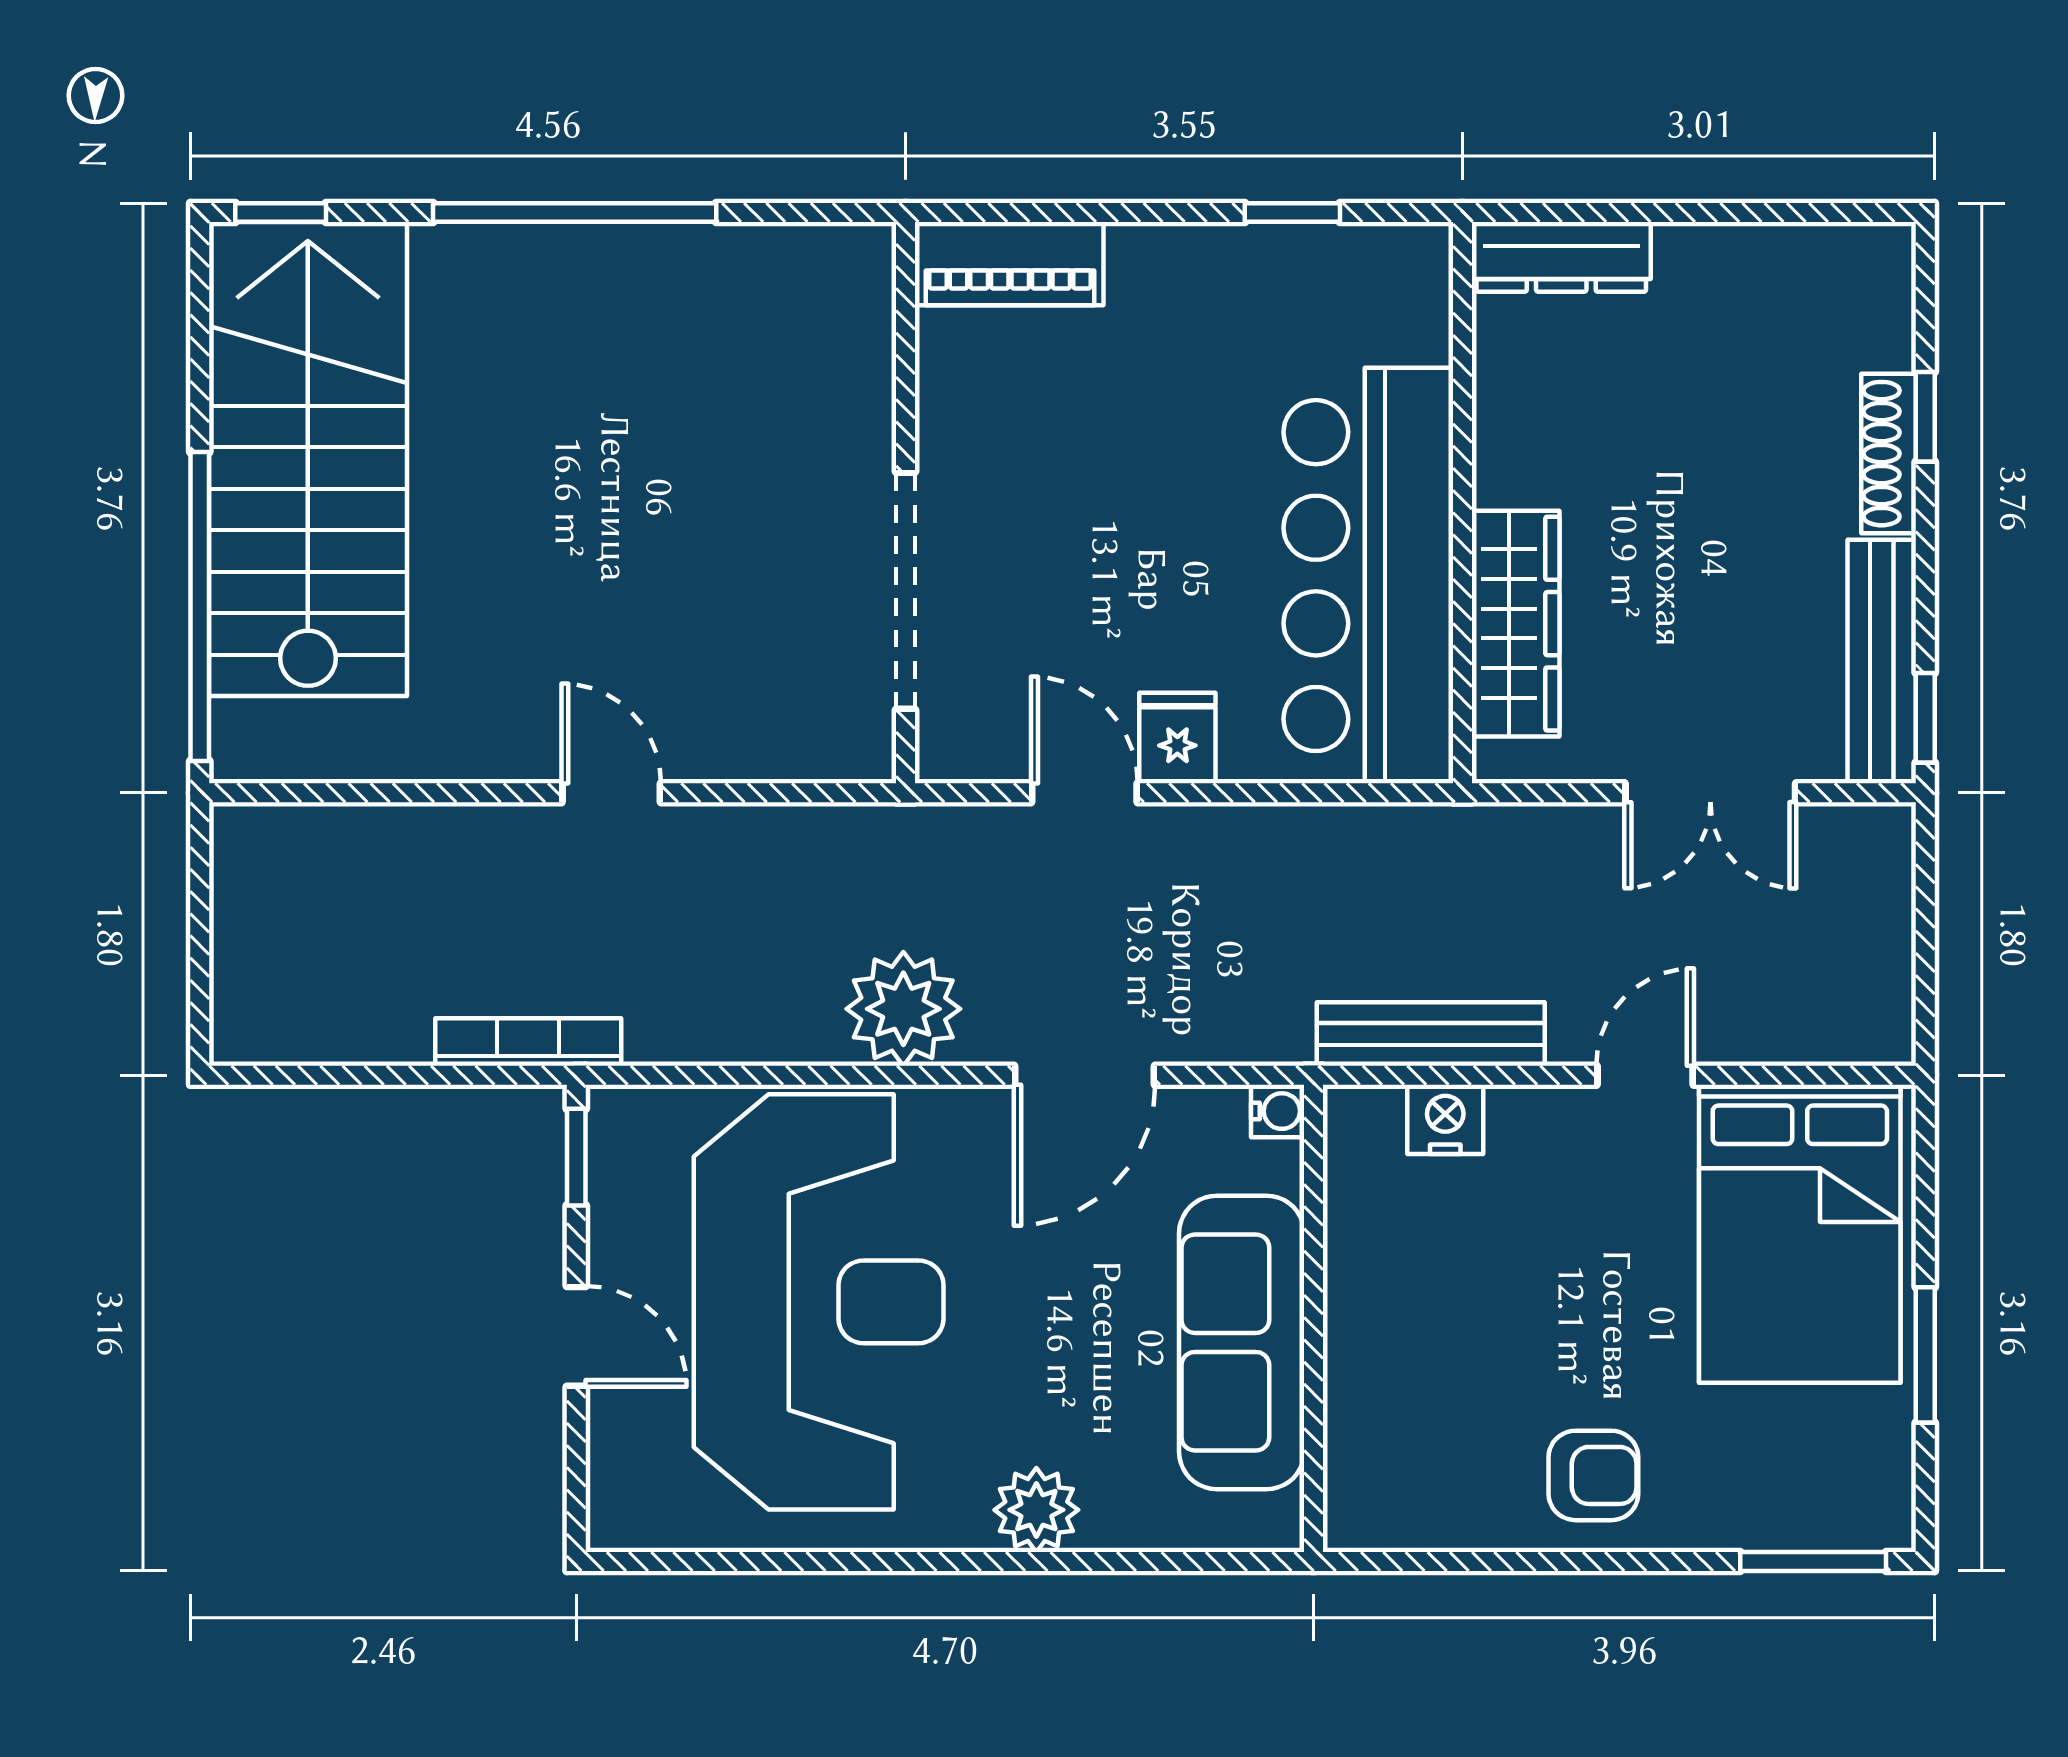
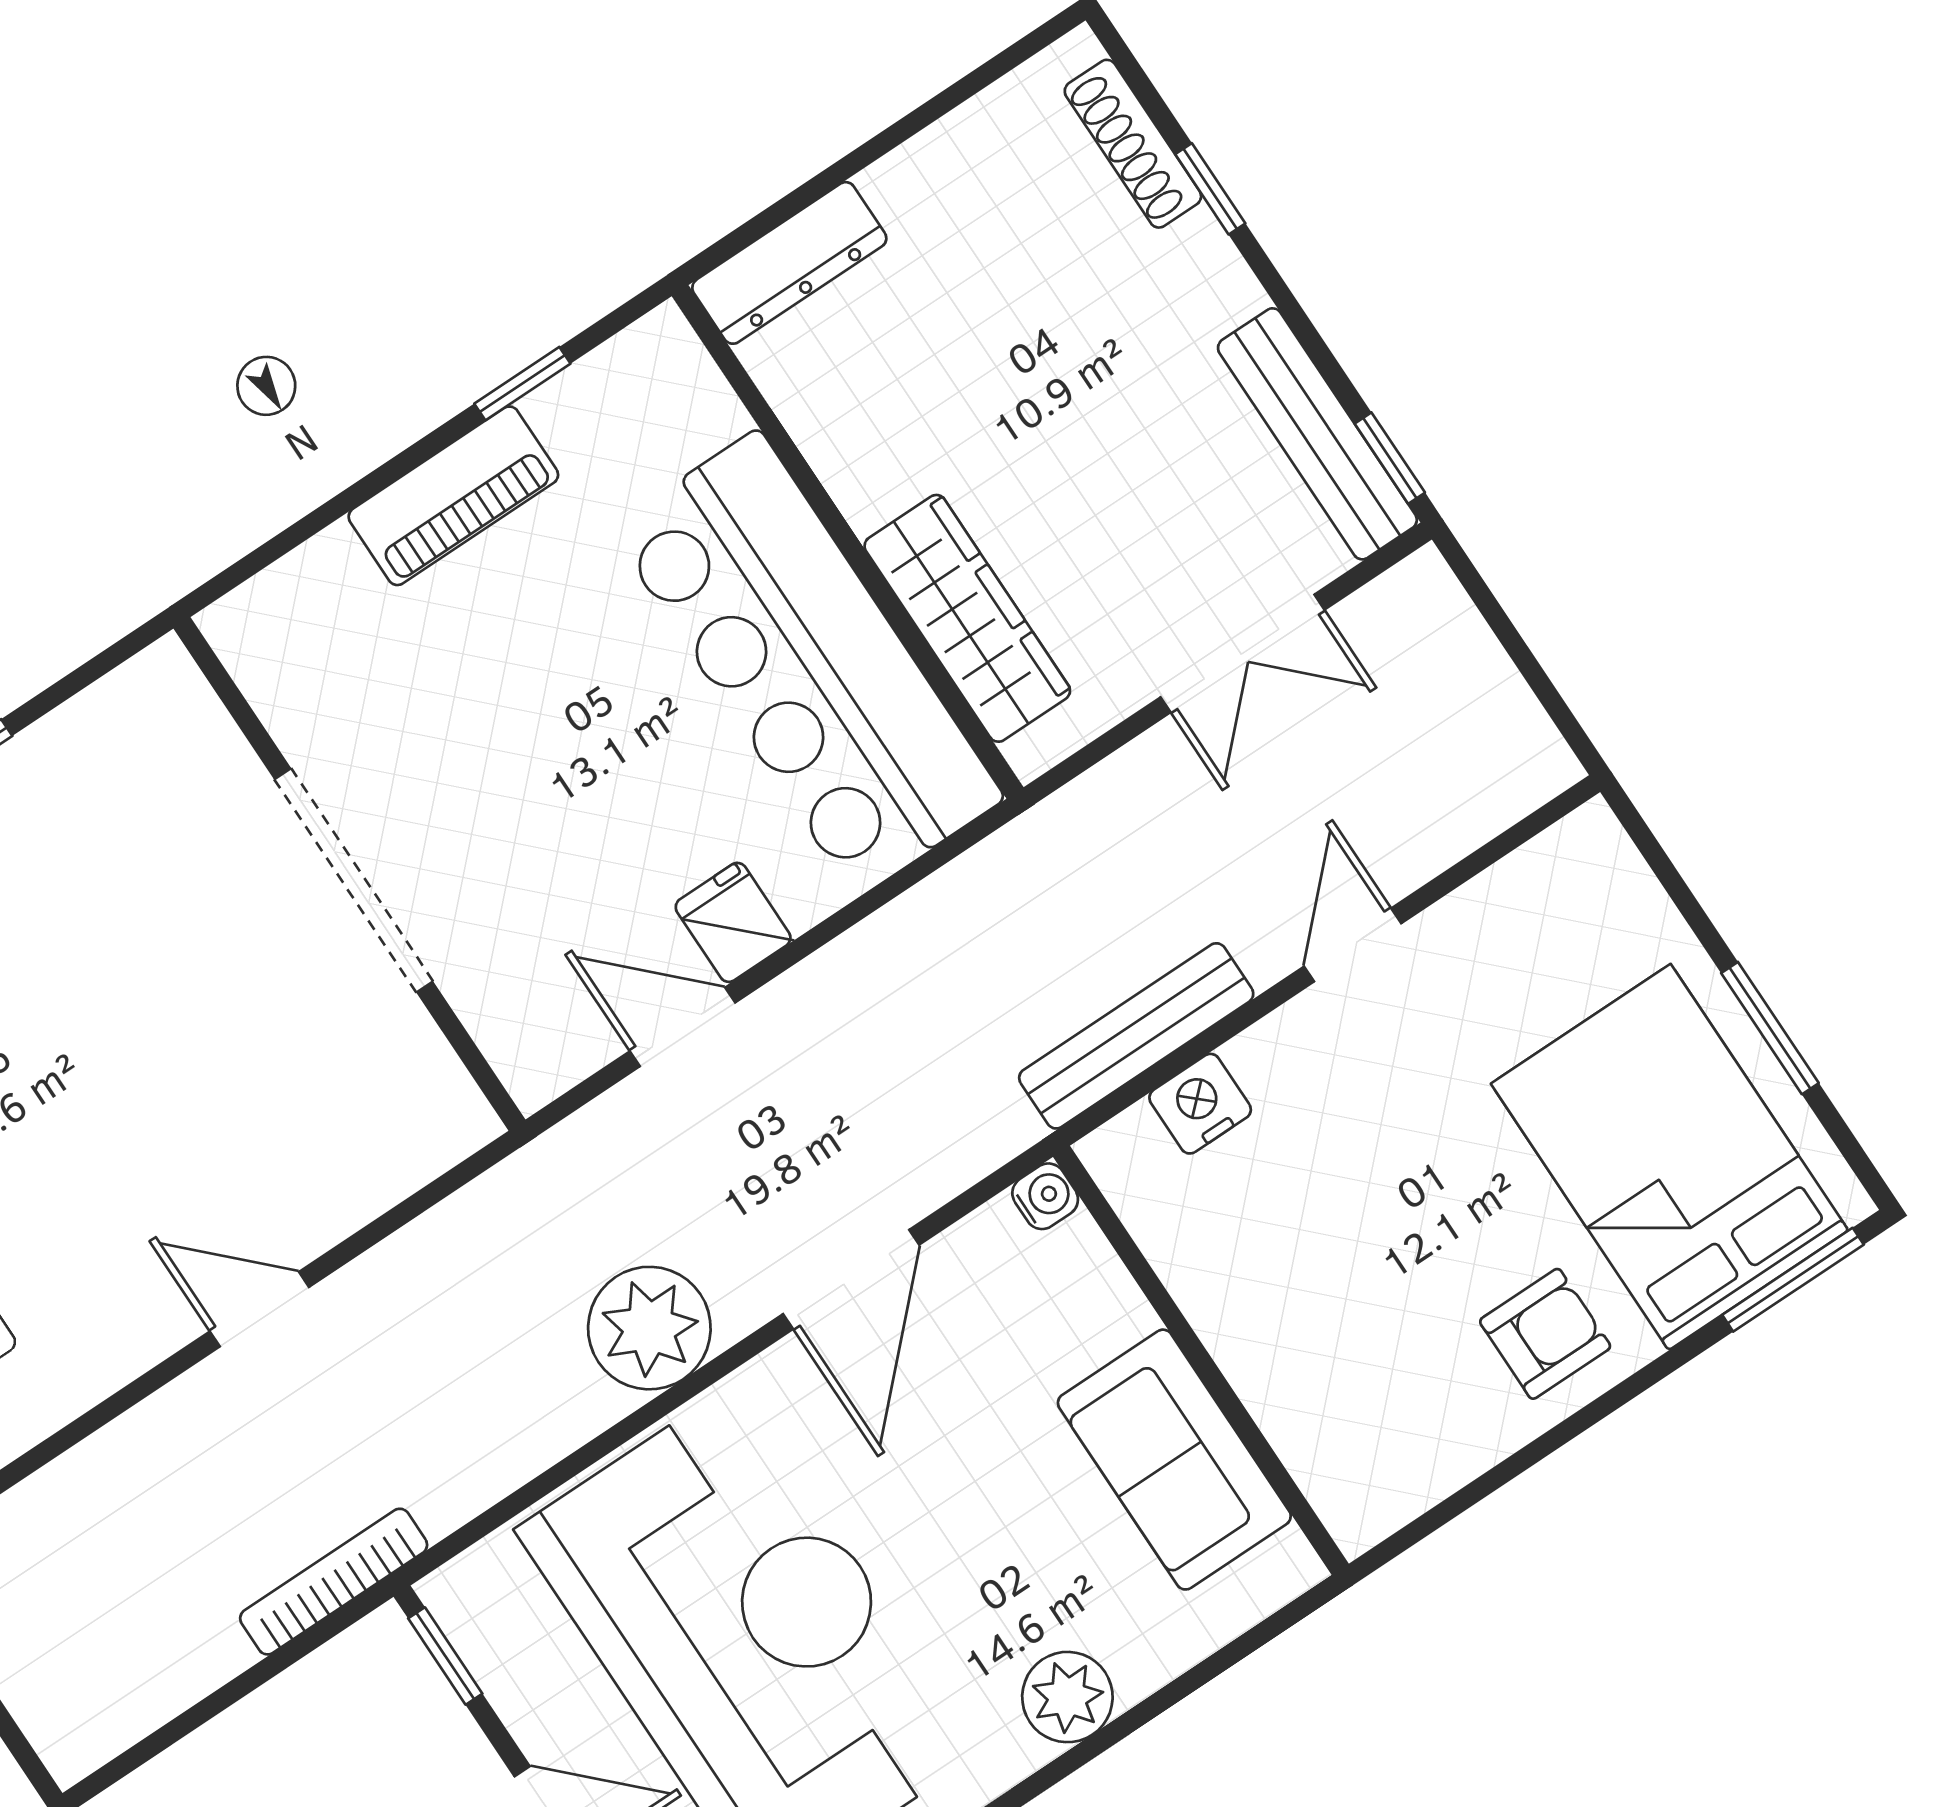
piano: (1010, 264) -> (453, 496), moved
shoe rack: (1889, 454) -> (1133, 144), moved
doorway: (906, 591) -> (354, 880), moved
bed: (1800, 1234) -> (1670, 1157), moved, turned 180
sofa: (1242, 1342) -> (1174, 1460), width x0.73

